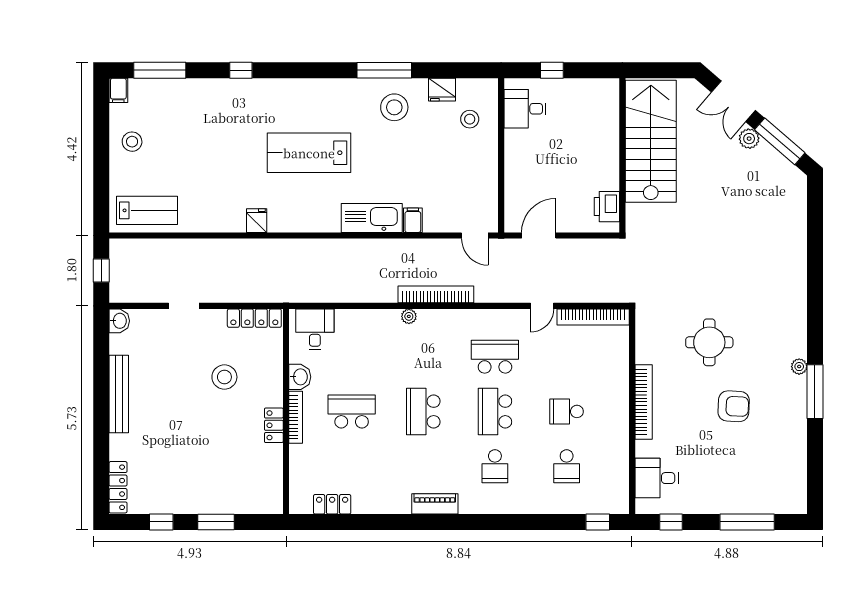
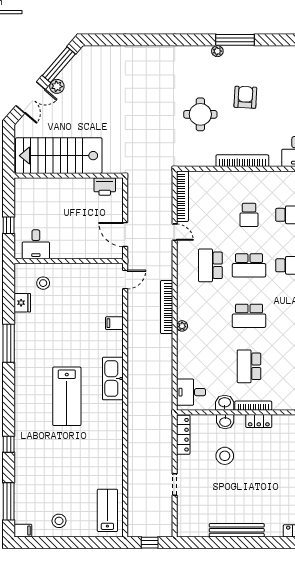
stool: (394, 107) -> (35, 336), removed
kitchen sink: (372, 218) -> (113, 379), moved
fridge: (257, 221) -> (115, 433), removed
washbasin: (119, 321) -> (225, 422), moved, turned 180

